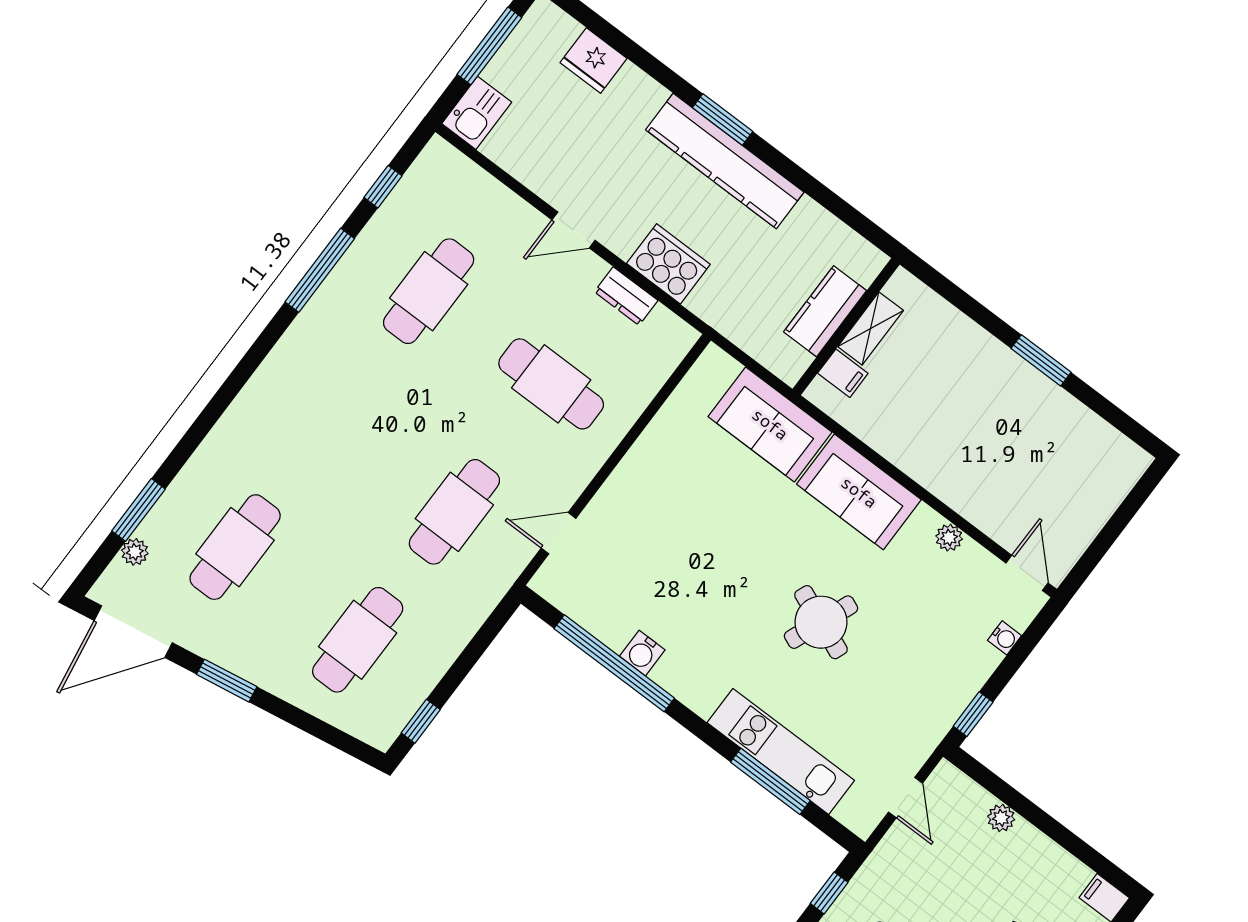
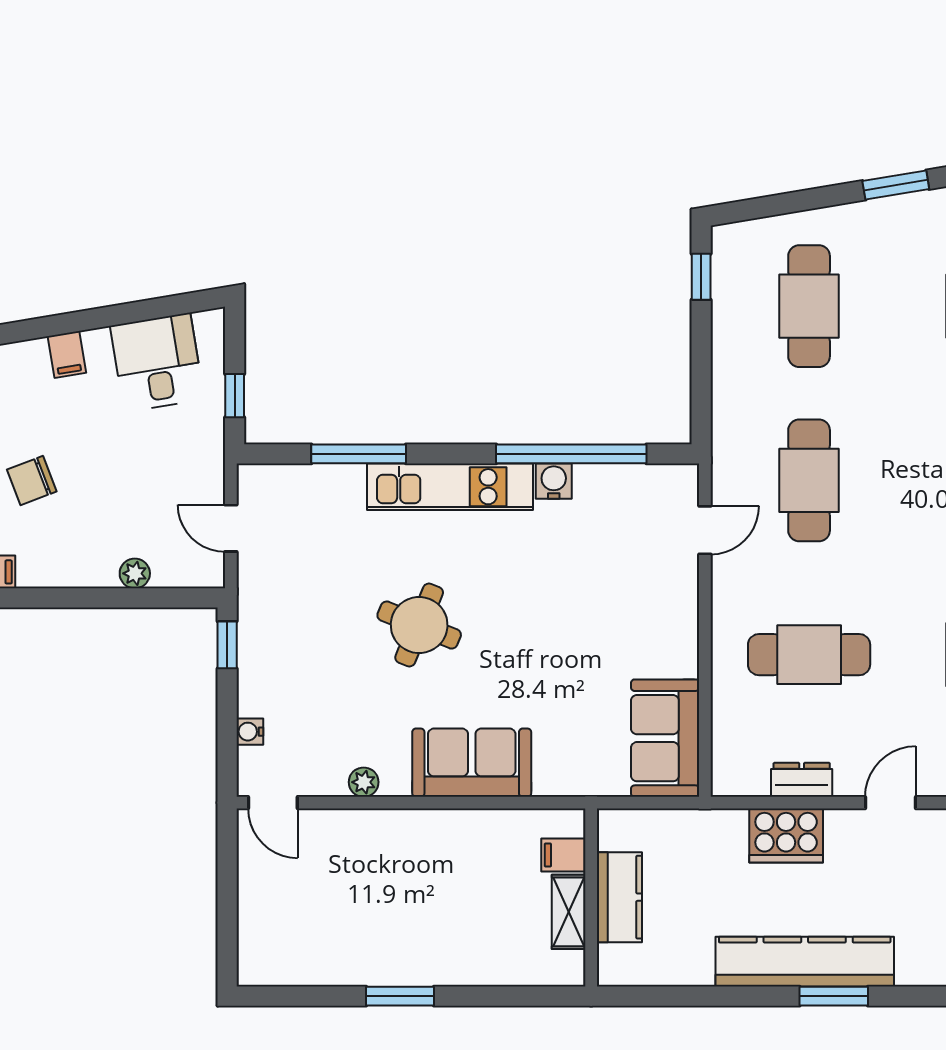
sofa: (770, 424) -> (665, 738), moved, turned -90
kitchen unit: (781, 751) -> (450, 487), moved

